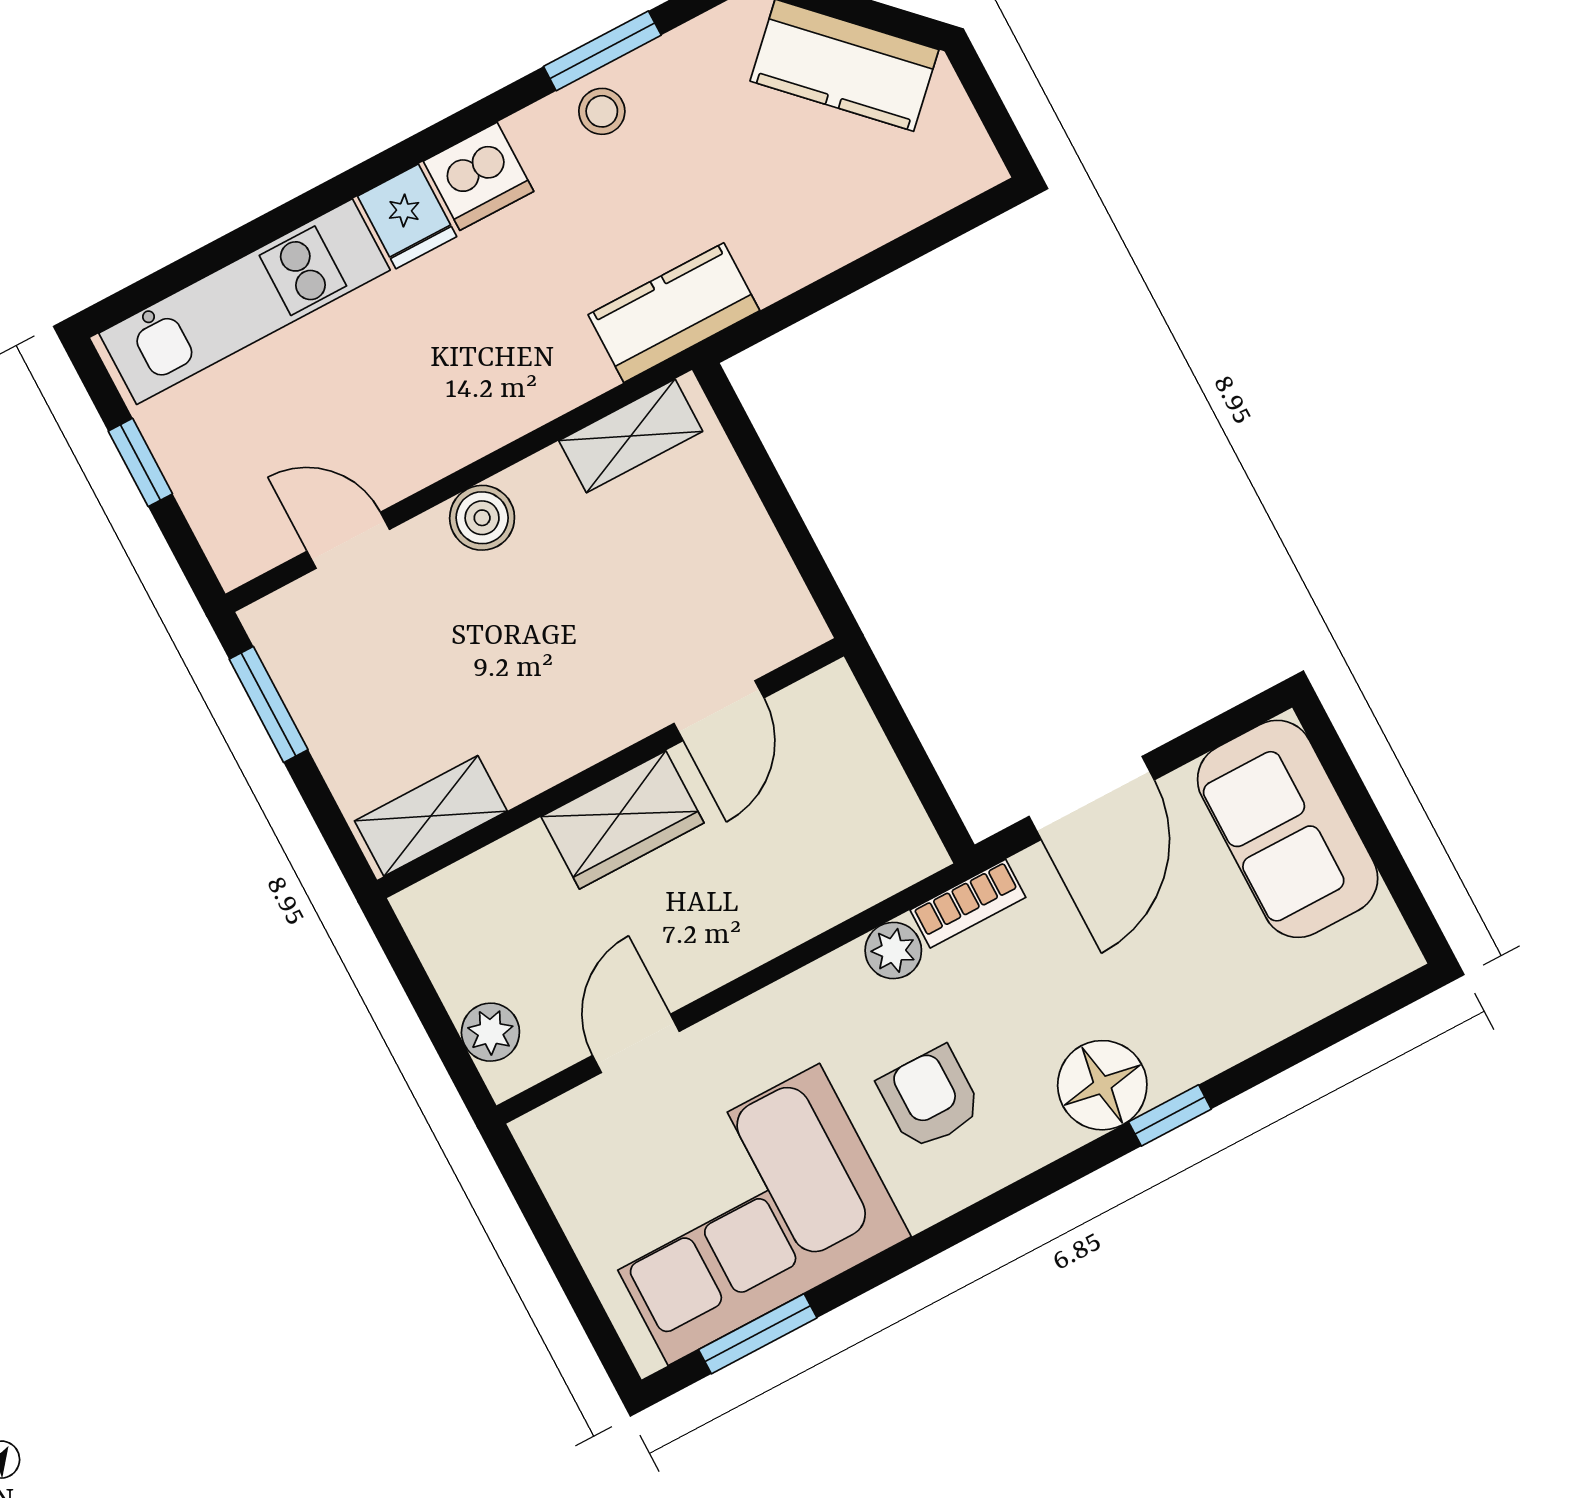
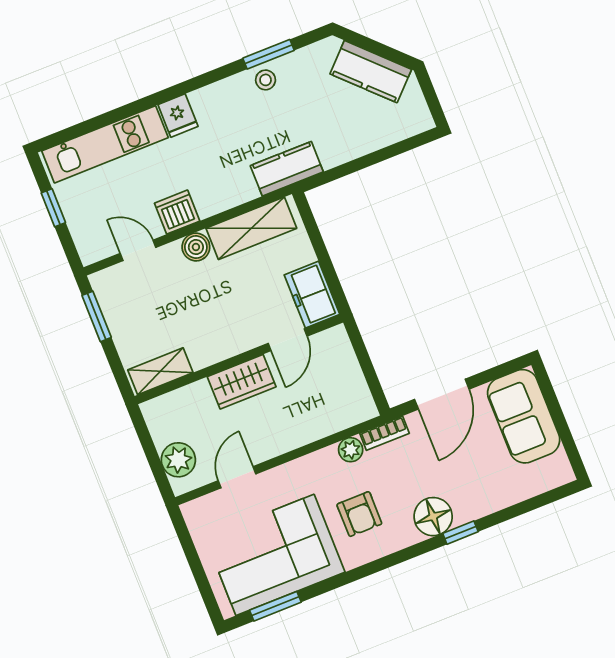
dishwasher: (479, 176) -> (177, 212), moved, turned 180
shelving: (631, 436) -> (251, 228), width x1.50, depth x1.33
freezer: (764, 599) -> (312, 295), added
plant: (490, 1032) -> (178, 460), width x1.38, depth x1.38
armchair: (930, 1098) -> (359, 514), turned 180

